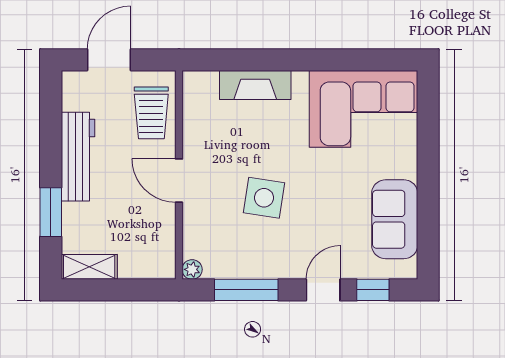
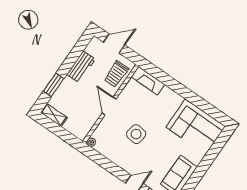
fireplace: (255, 85) -> (148, 81), moved
workbench: (78, 157) -> (81, 67), width x0.73
window: (246, 290) -> (106, 164), removed

